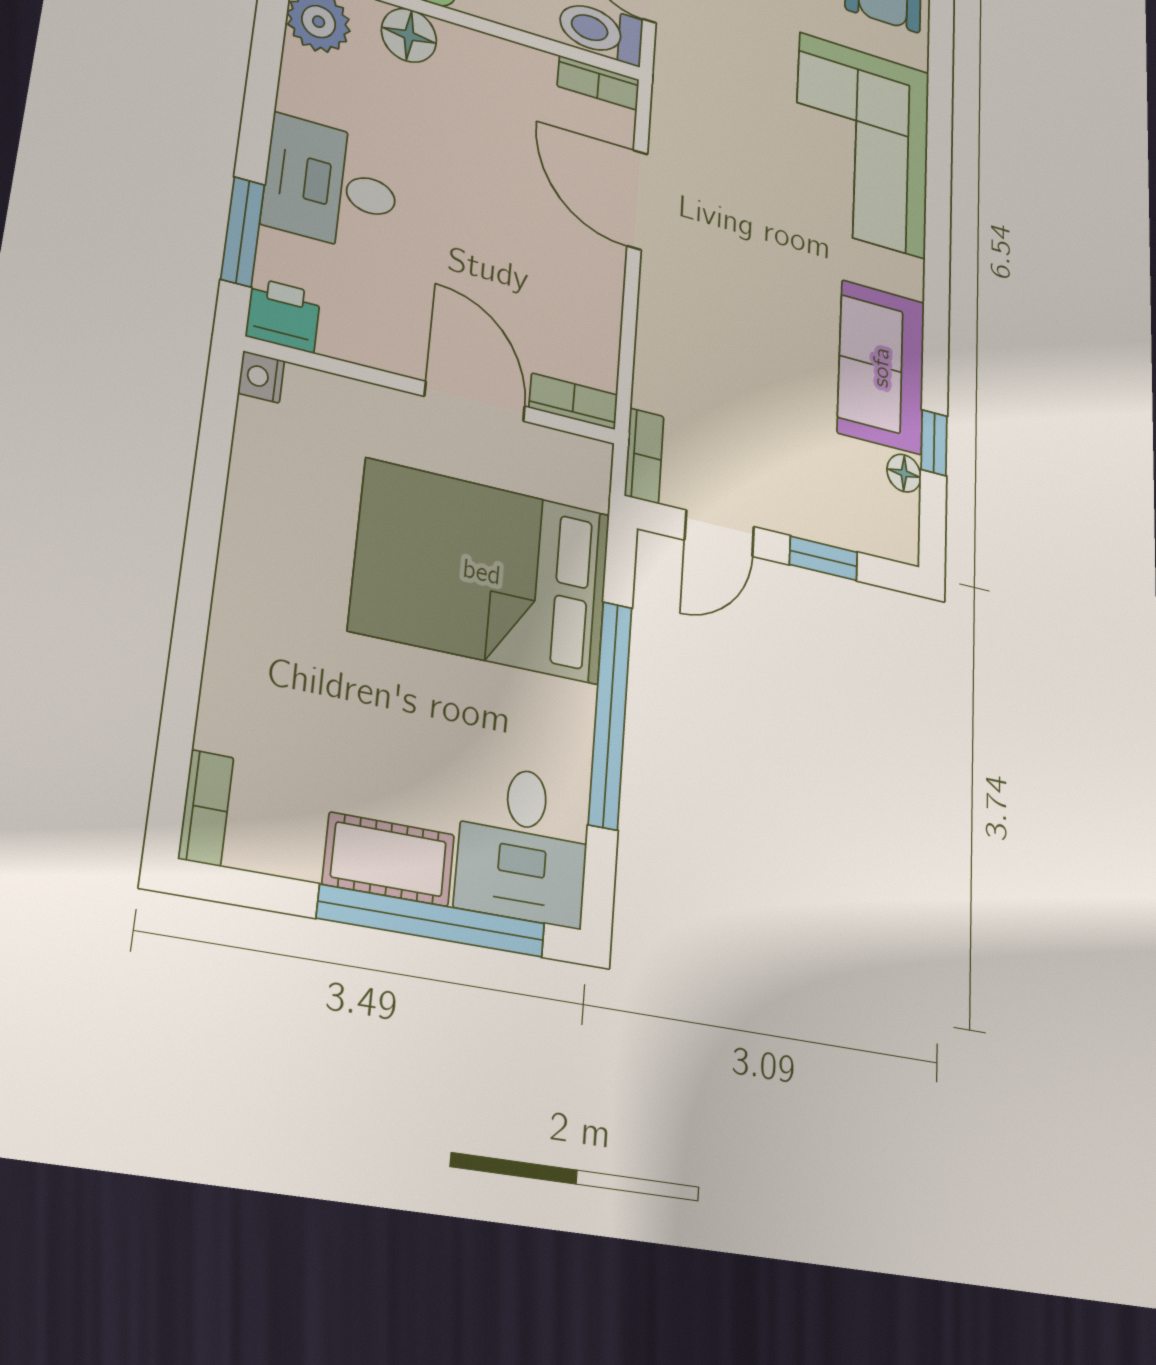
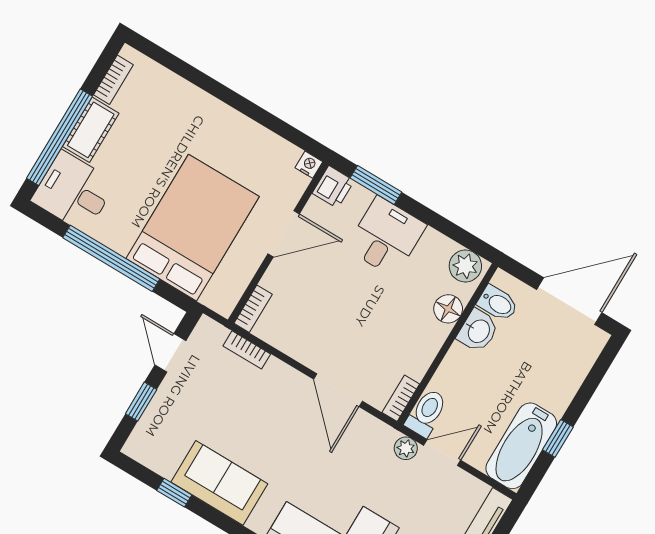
plant: (674, 53) -> (406, 448), added
door: (637, 200) -> (338, 390), swing flipped
door: (475, 401) -> (284, 234), moved
bookcase: (644, 456) -> (247, 350), moved
floor lamp: (904, 473) -> (165, 467), removed
bookcase: (206, 808) -> (113, 80), moved, turned -90

